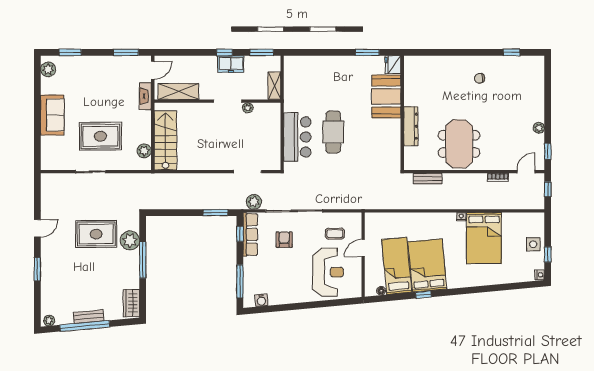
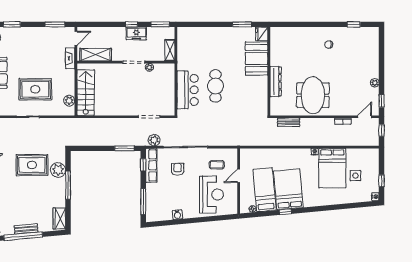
side table: (533, 244) -> (355, 176), moved
water cooler: (261, 300) -> (177, 215), moved

